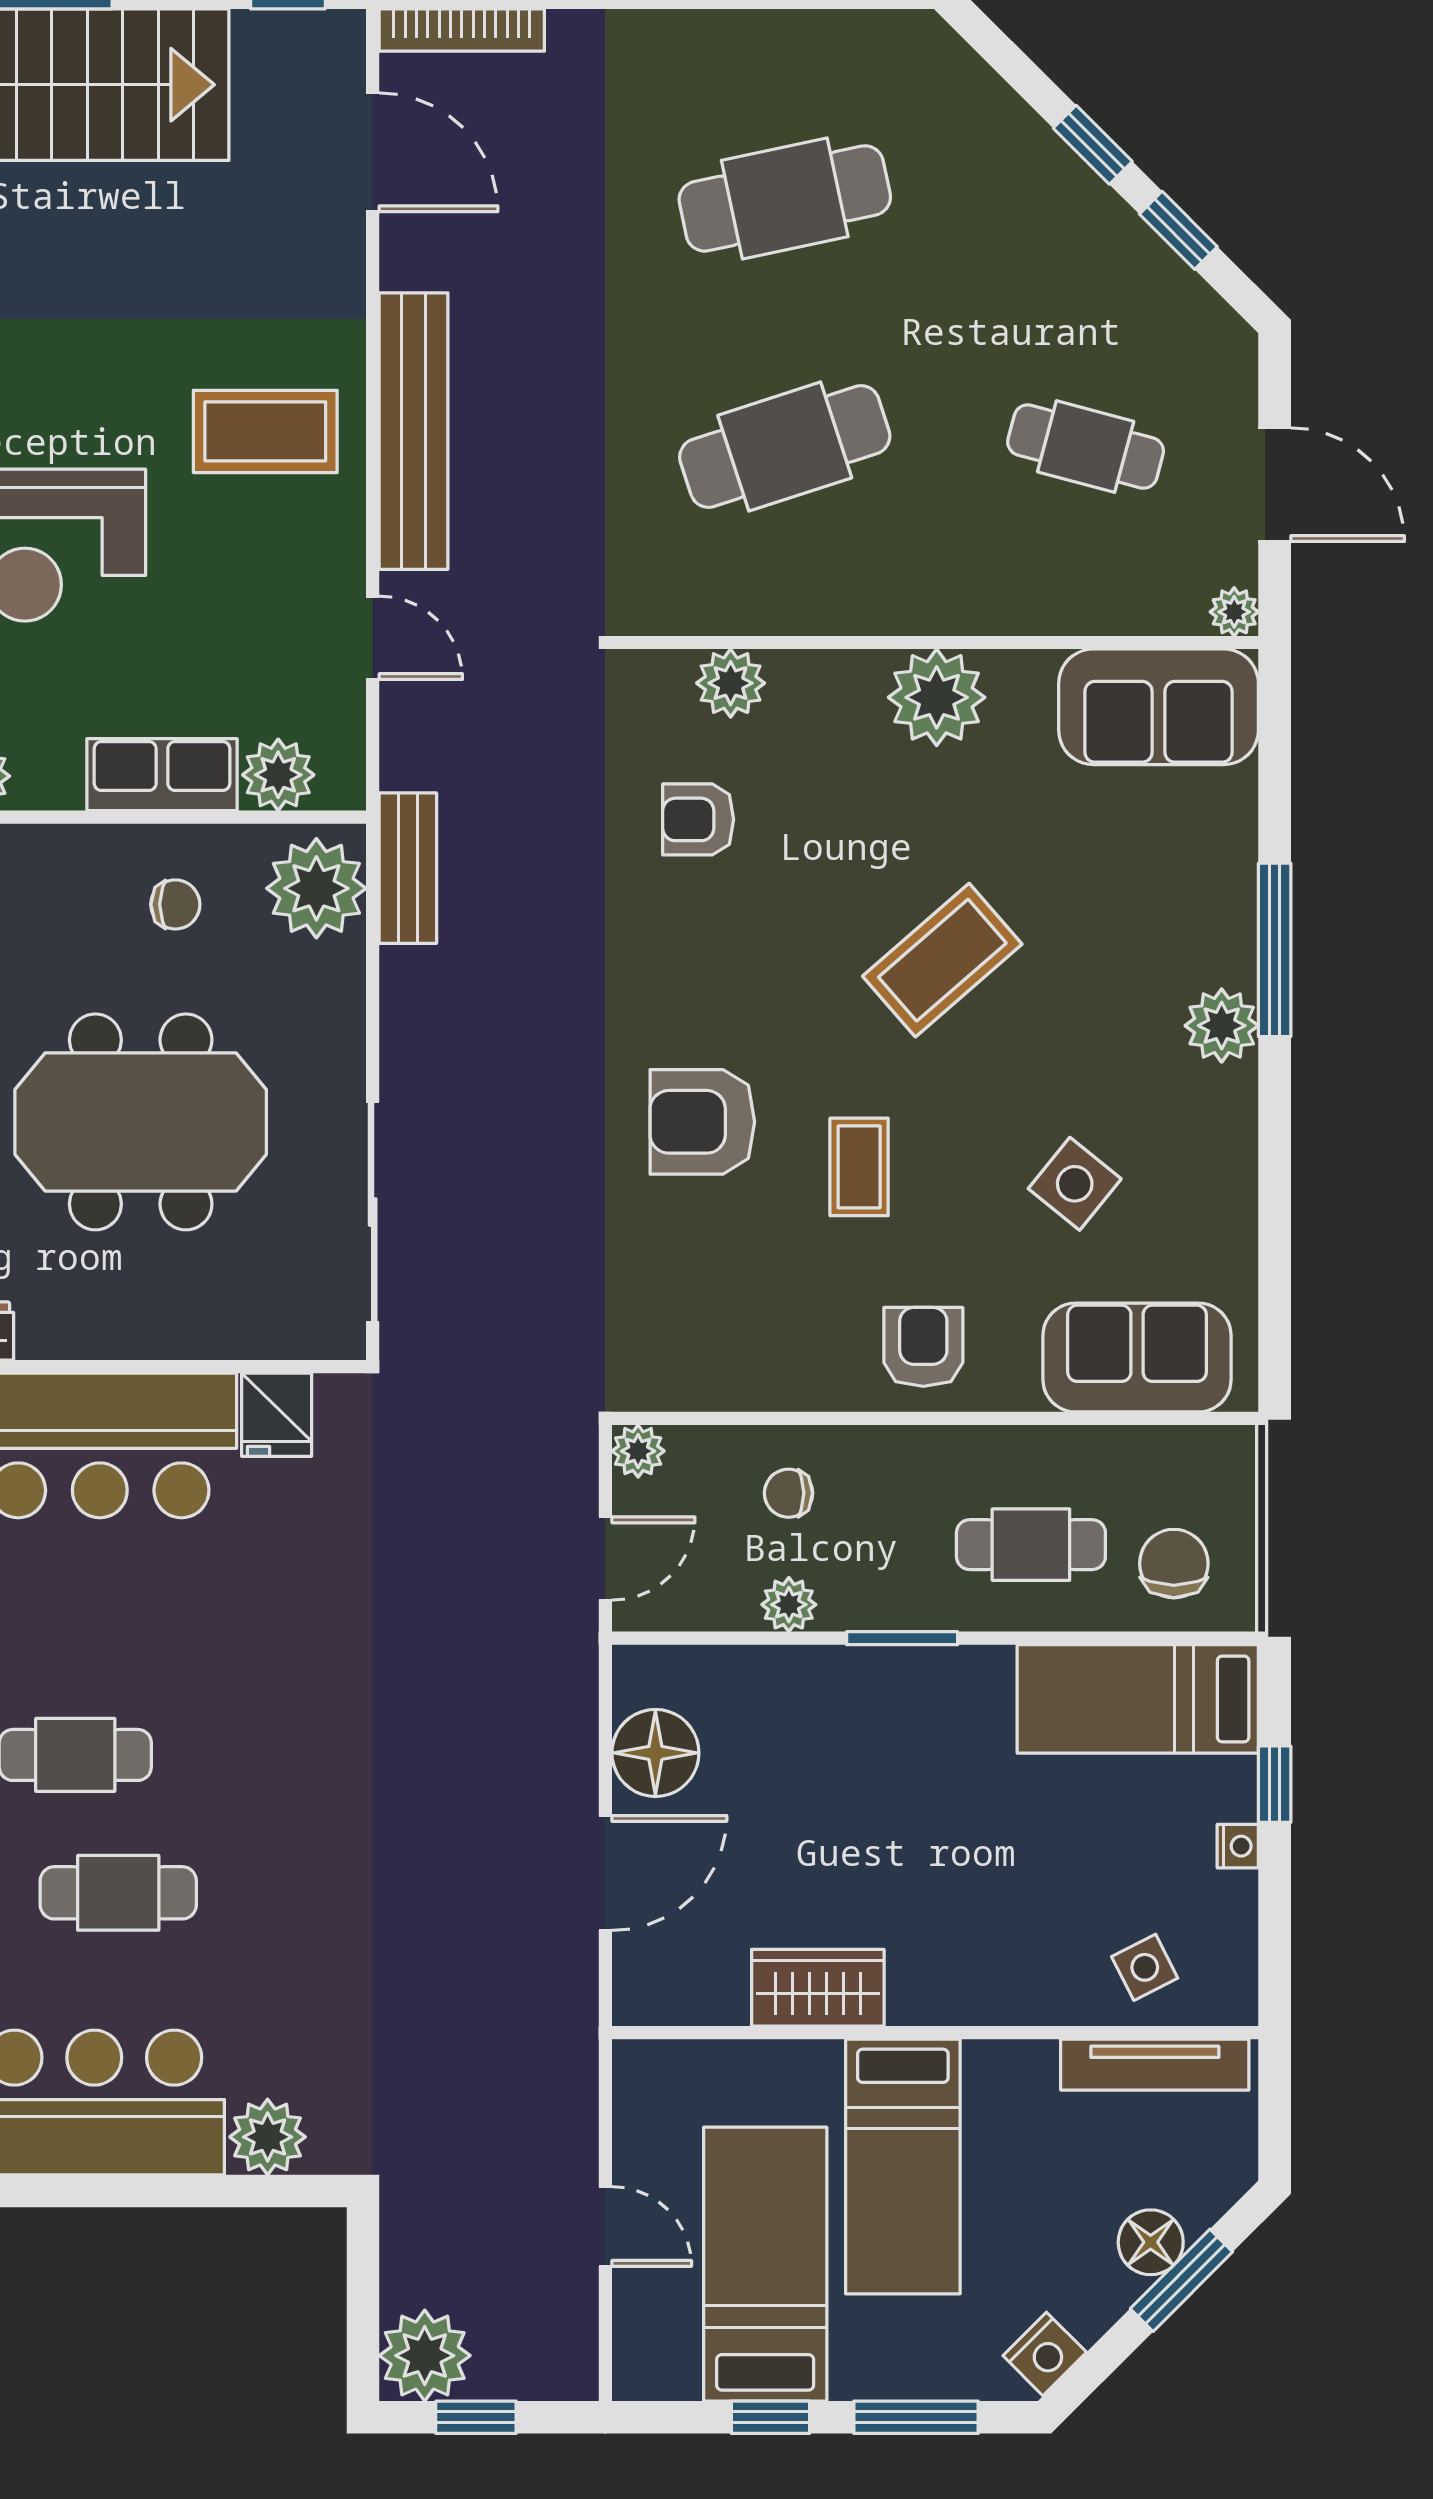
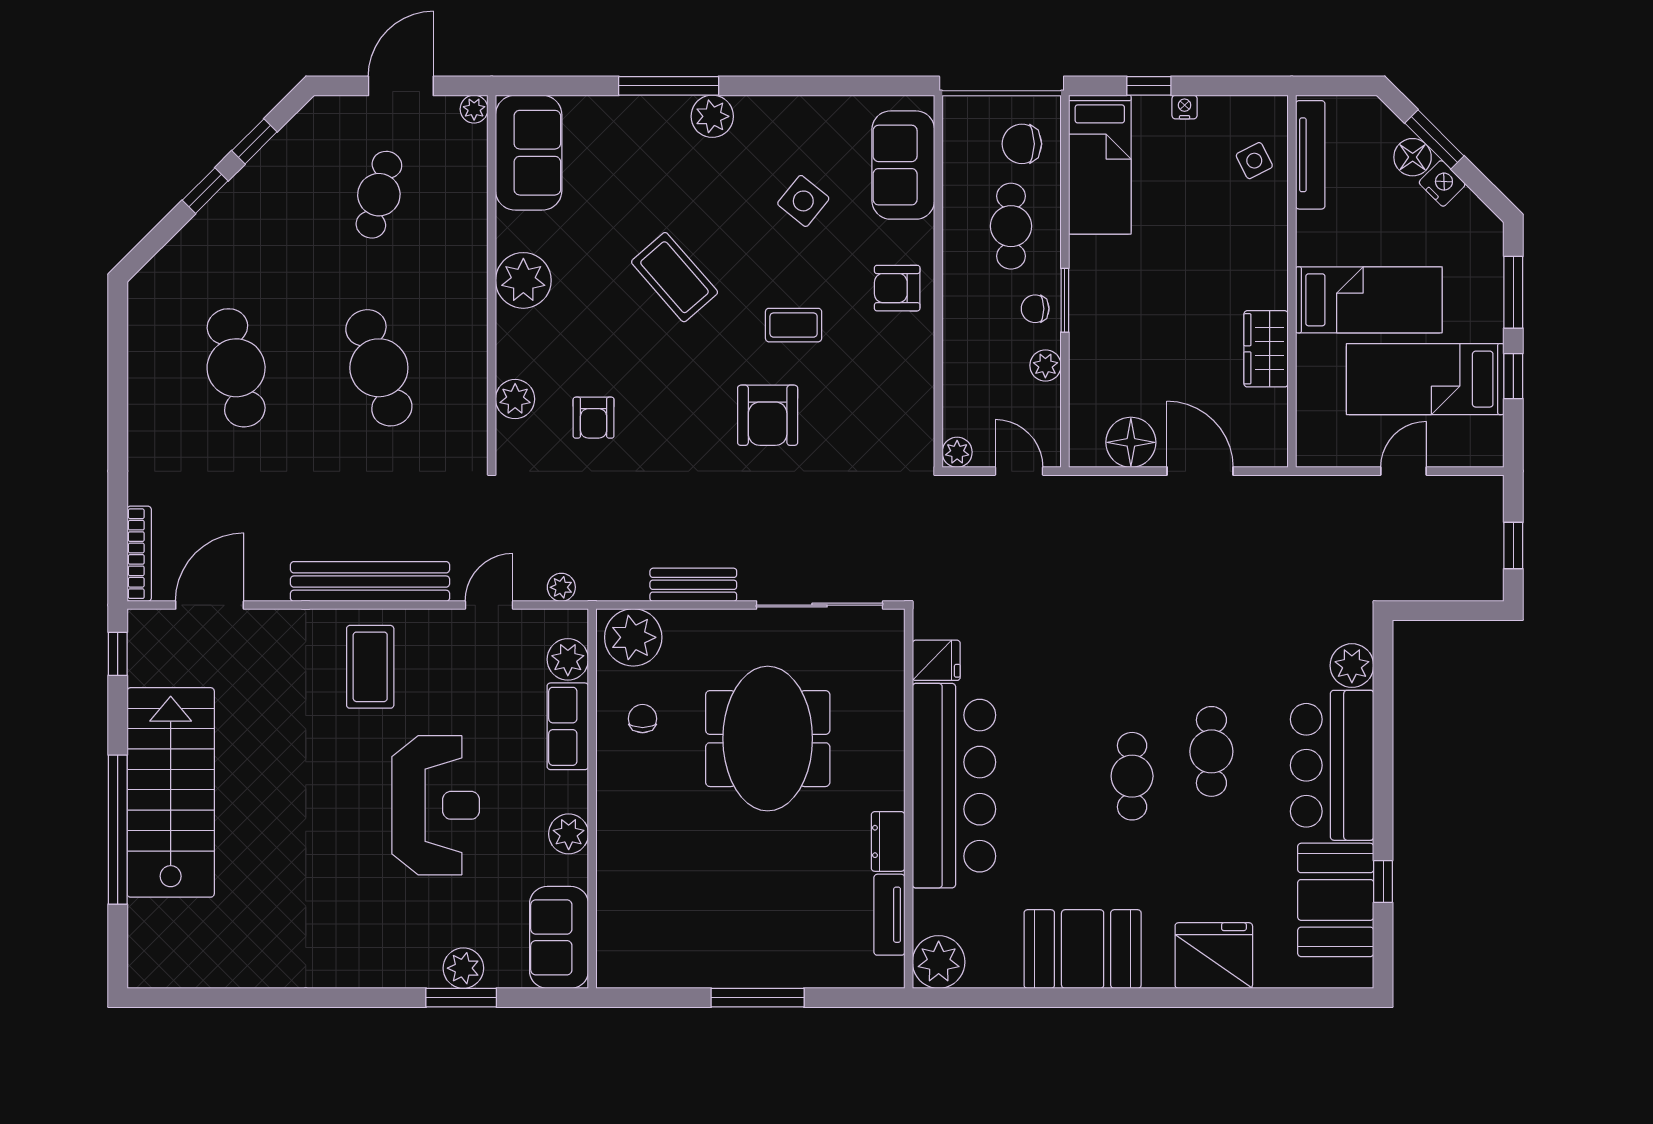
bench: (408, 868) -> (693, 585), moved
chair: (789, 1493) -> (1035, 309), moved, turned 90
nightstand: (1045, 2354) -> (1442, 183), moved
plant: (425, 2356) -> (561, 587), moved, width x0.53, depth x0.53

